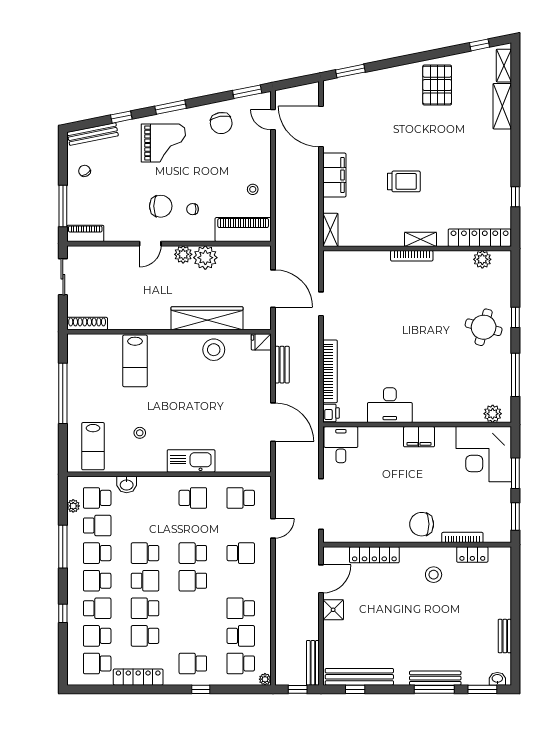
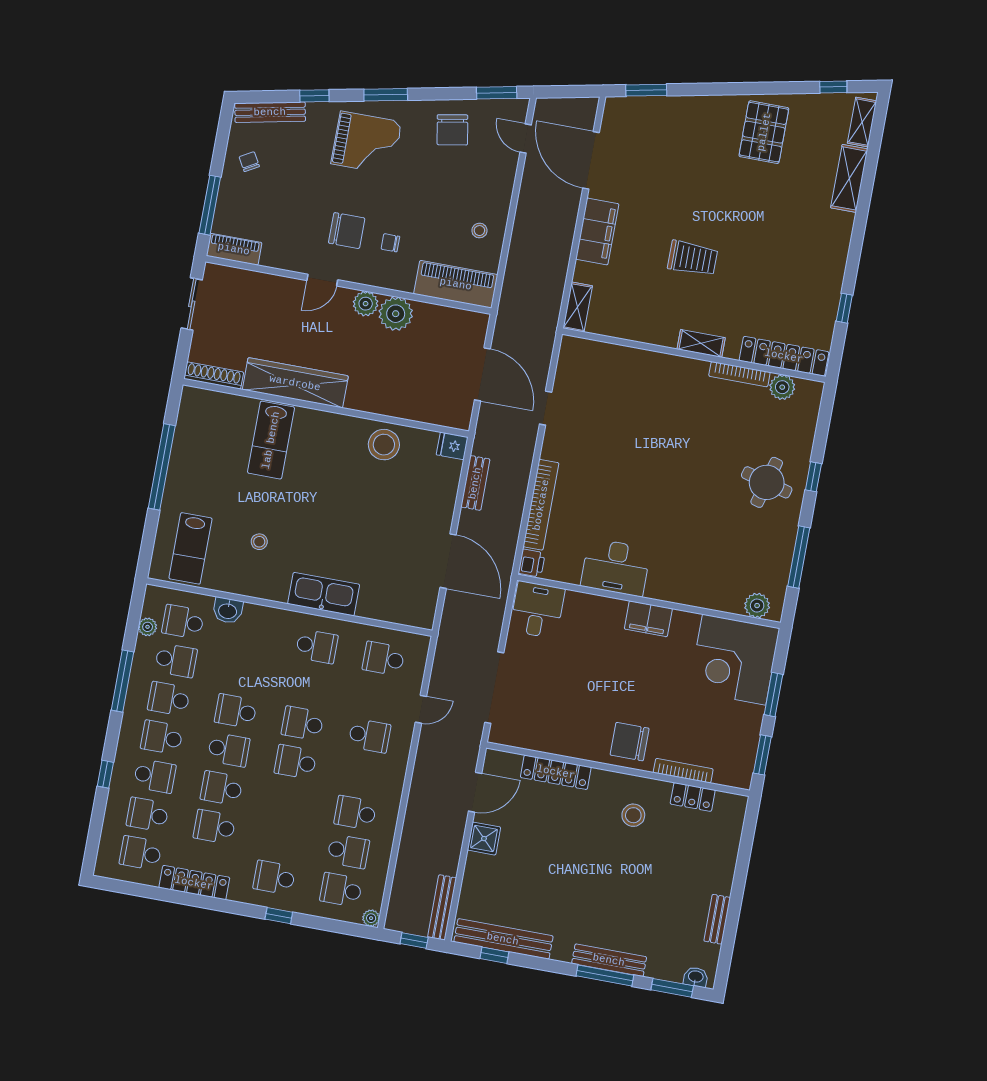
bookcase: (412, 256) -> (739, 374), moved
wardrobe: (207, 318) -> (295, 383), moved

